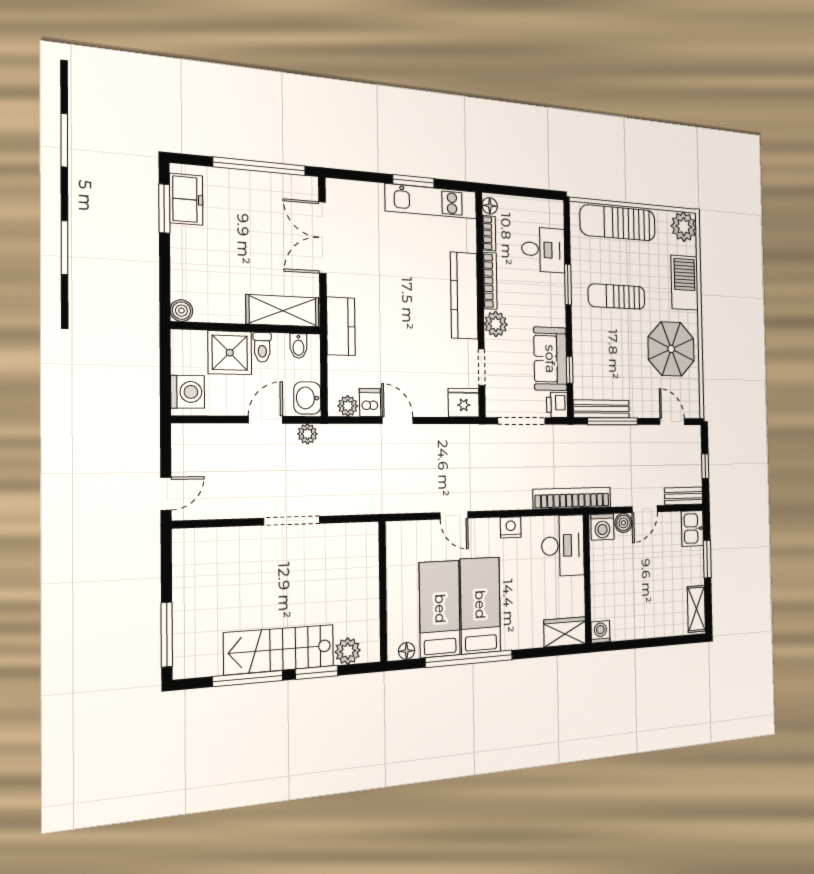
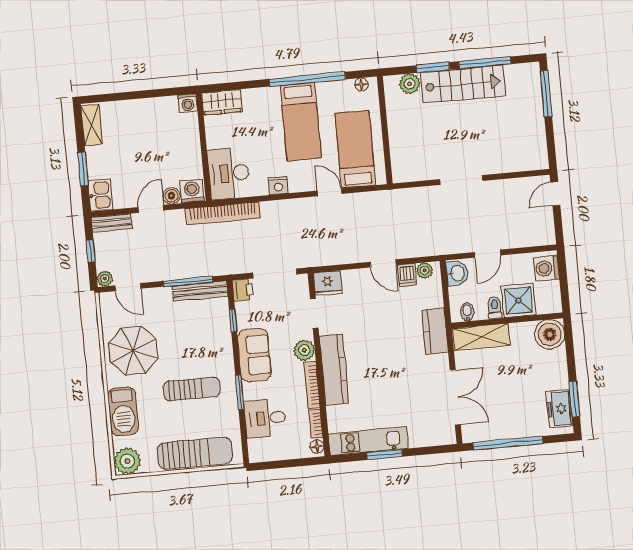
boiler: (181, 311) -> (550, 334), width x1.86, depth x1.86
sofa: (550, 359) -> (254, 355), moved
plant: (307, 434) -> (105, 279), moved
bed: (440, 609) -> (355, 149), moved, turned 180

